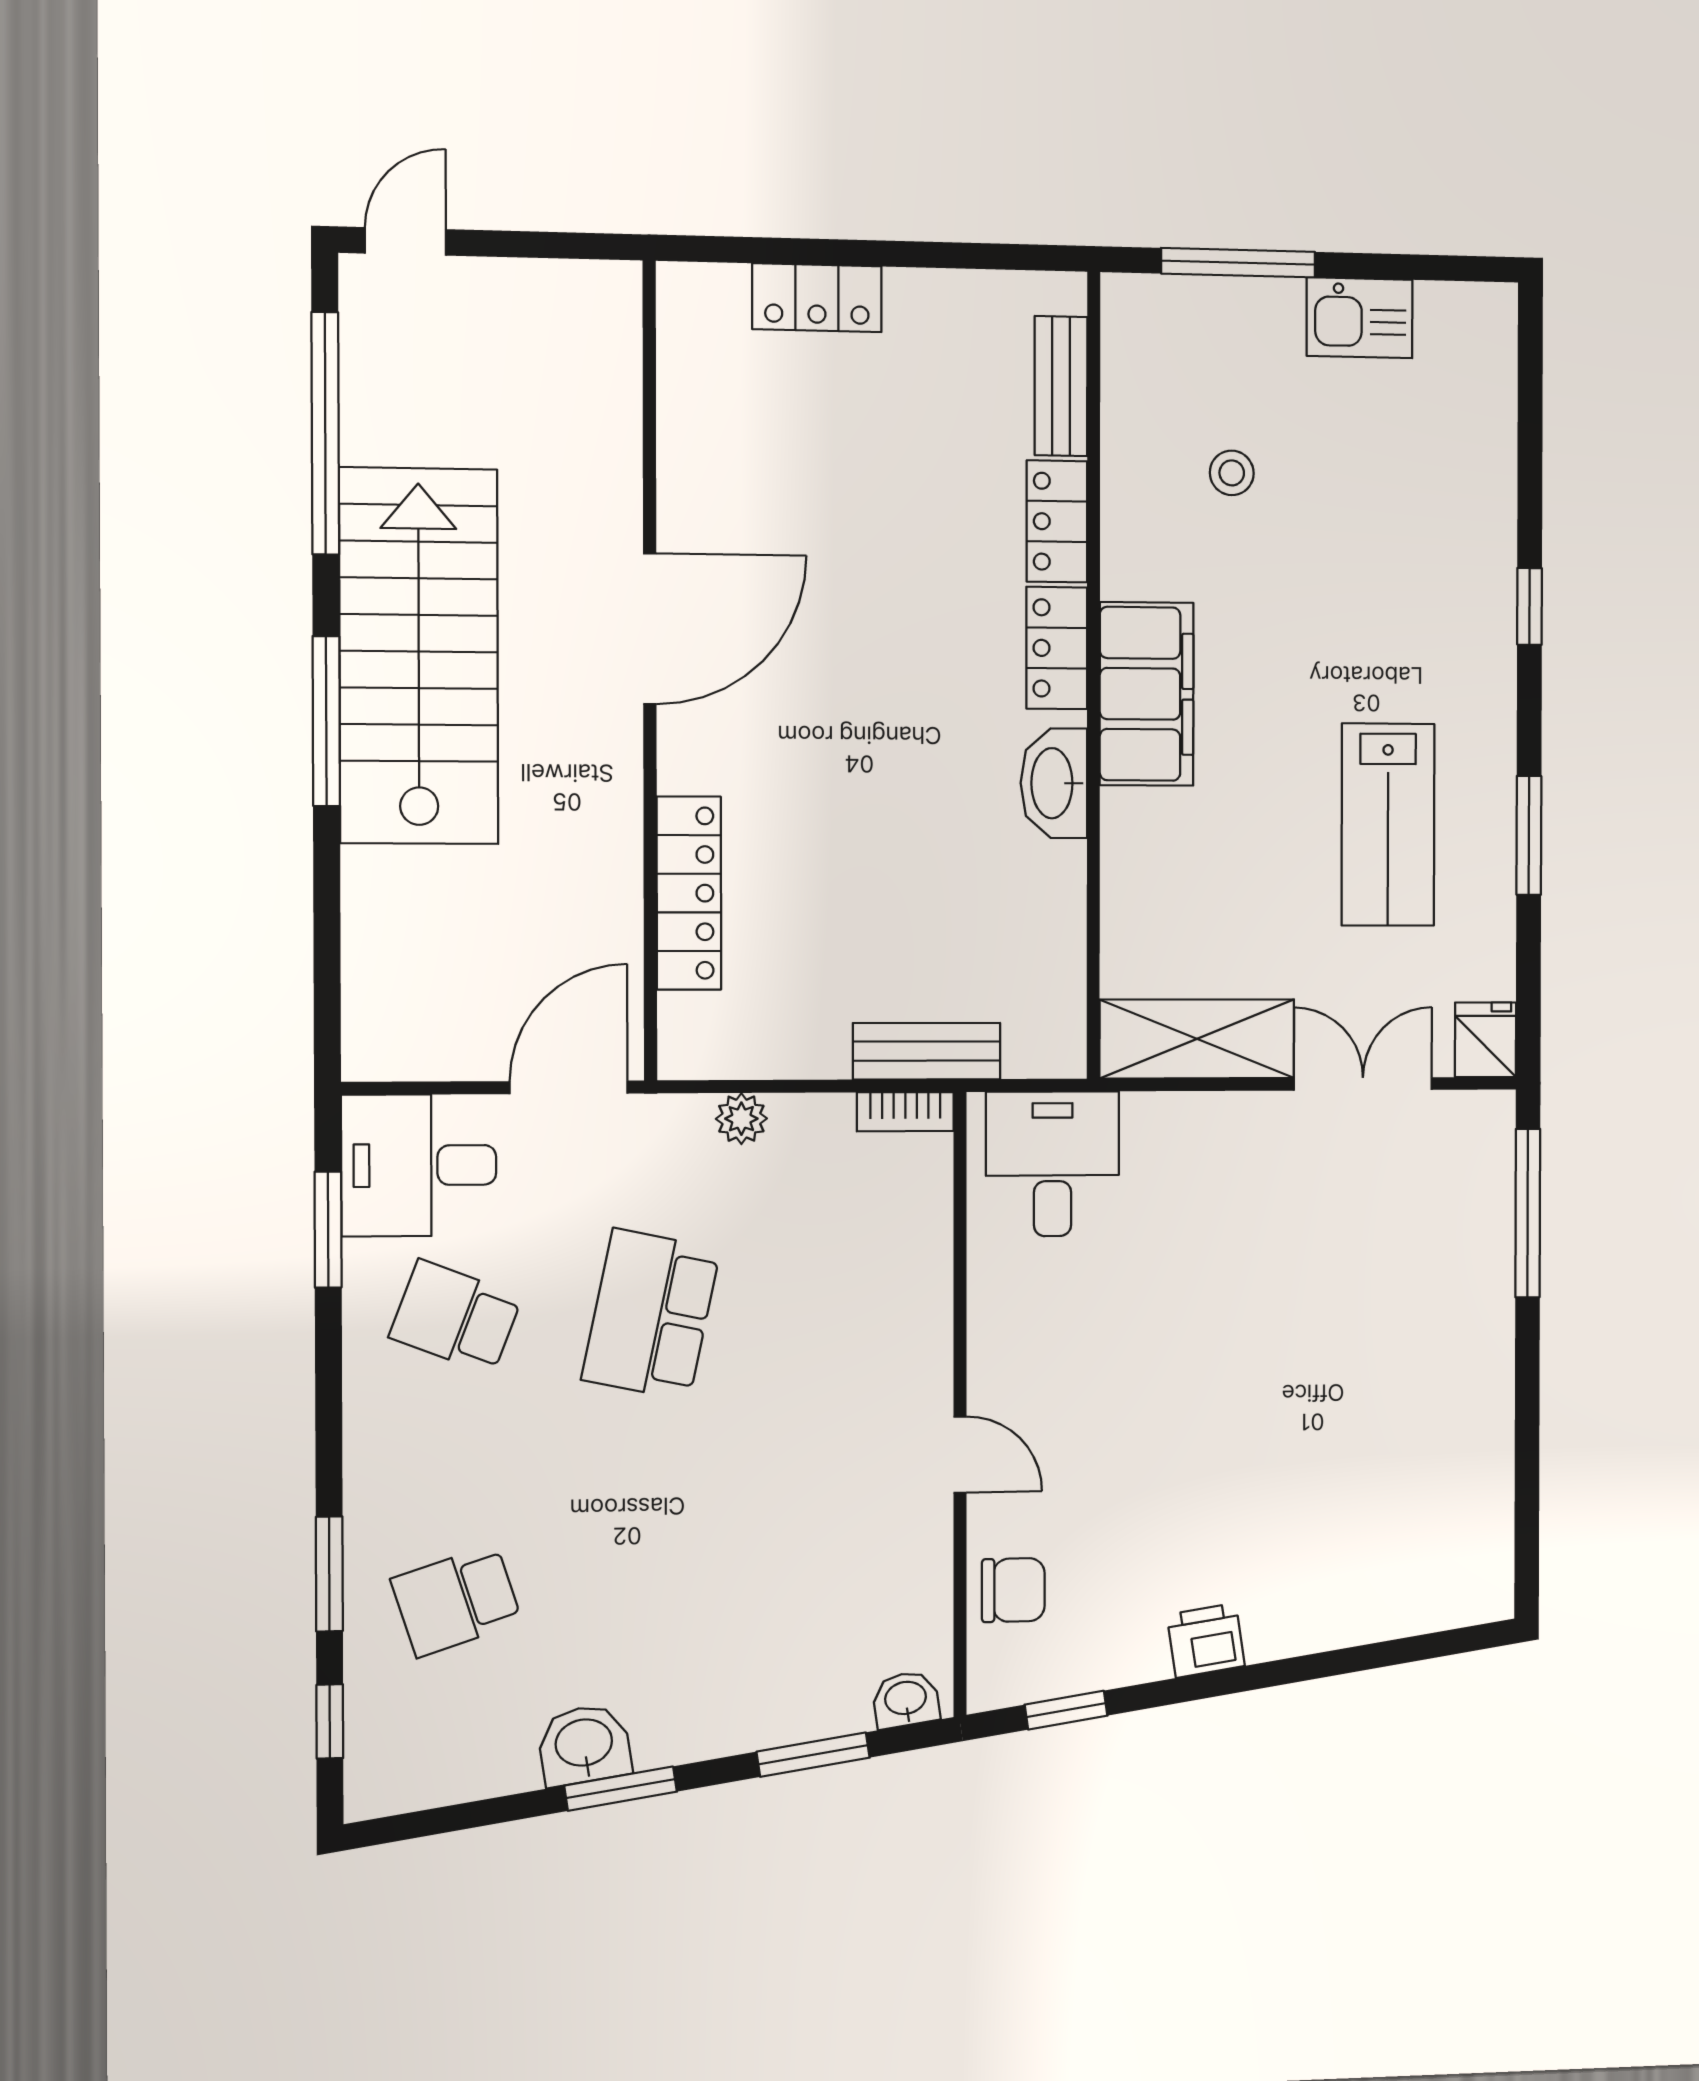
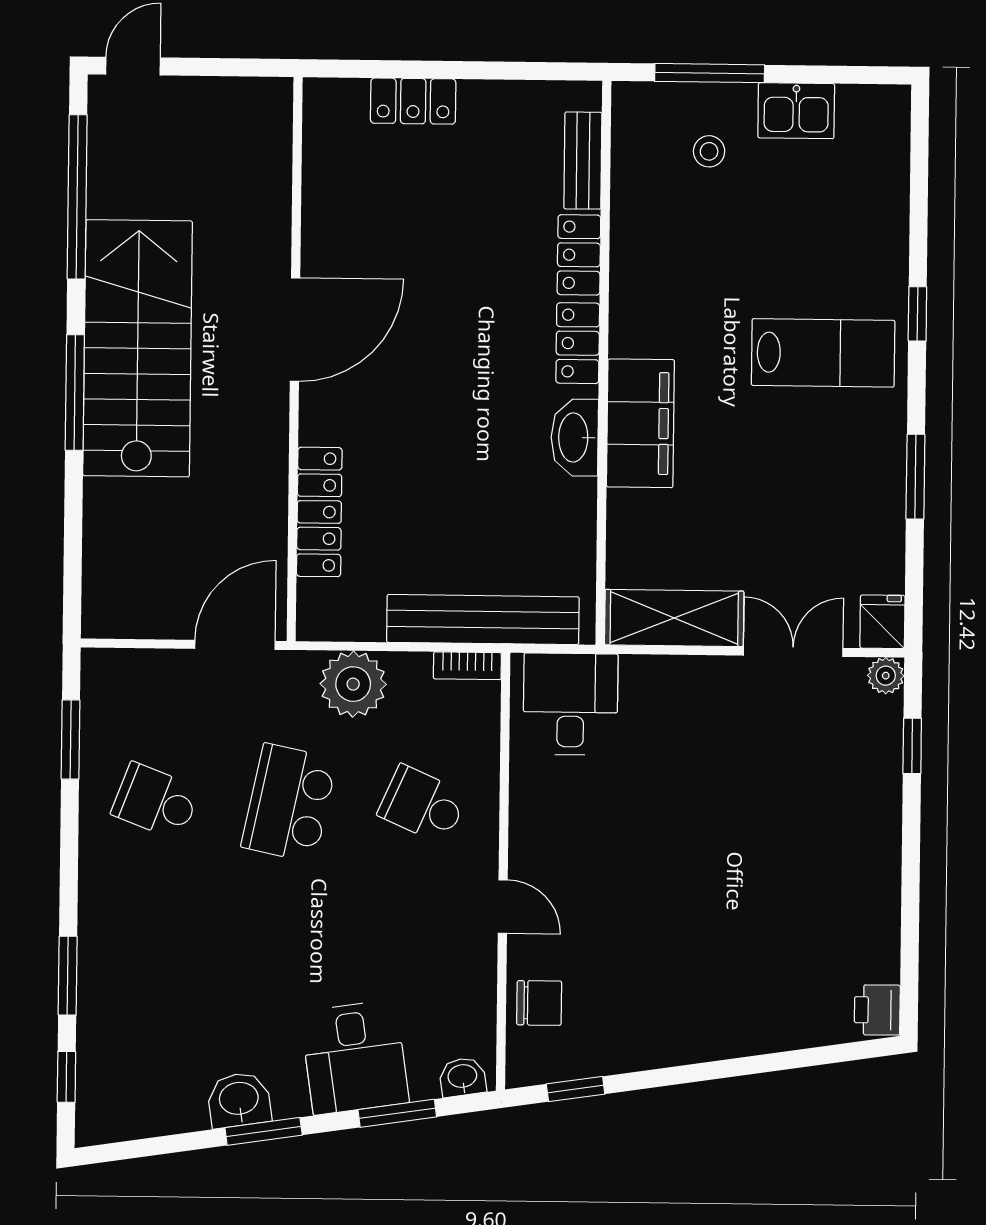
stool: (1232, 473) -> (709, 151), moved
filing cabinet: (1147, 694) -> (640, 423), moved
lab bench: (1388, 825) -> (823, 353), moved, turned -90
bench: (927, 1051) -> (483, 620), width x1.86, depth x1.21
plant: (1491, 1115) -> (886, 676), added
plant: (741, 1119) -> (353, 684), width x1.88, depth x1.88
desk: (419, 1165) -> (355, 1057), moved, turned -98
window: (1528, 1213) -> (912, 746), width x0.46
school desk: (456, 1601) -> (423, 805), moved, turned 42
printer: (1206, 1640) -> (877, 1010), moved, turned -82

